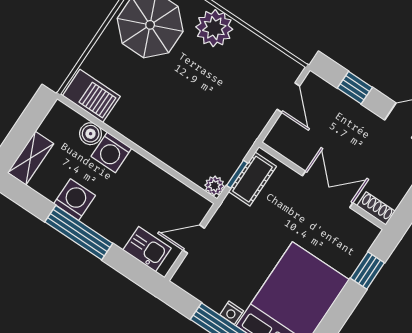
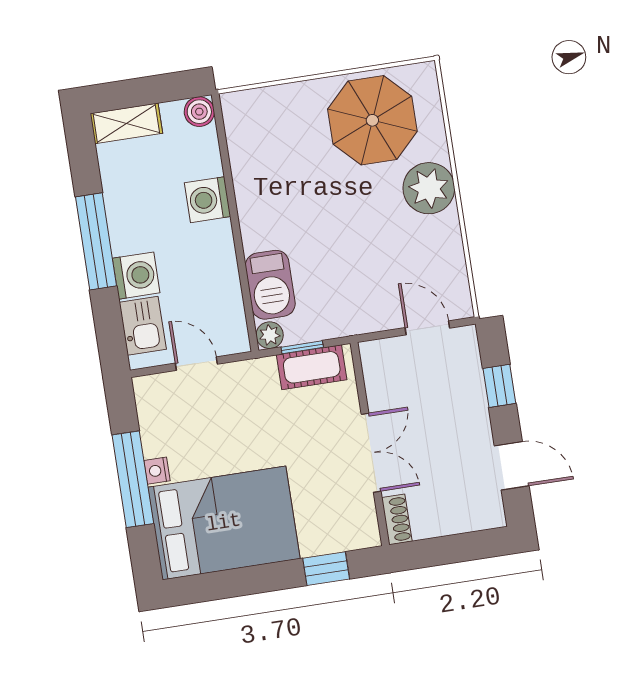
barbecue: (91, 96) -> (270, 285), moved
door: (288, 98) -> (427, 328), swing flipped
boiler: (91, 134) -> (199, 112), moved
washing machine: (75, 200) -> (136, 276), moved

